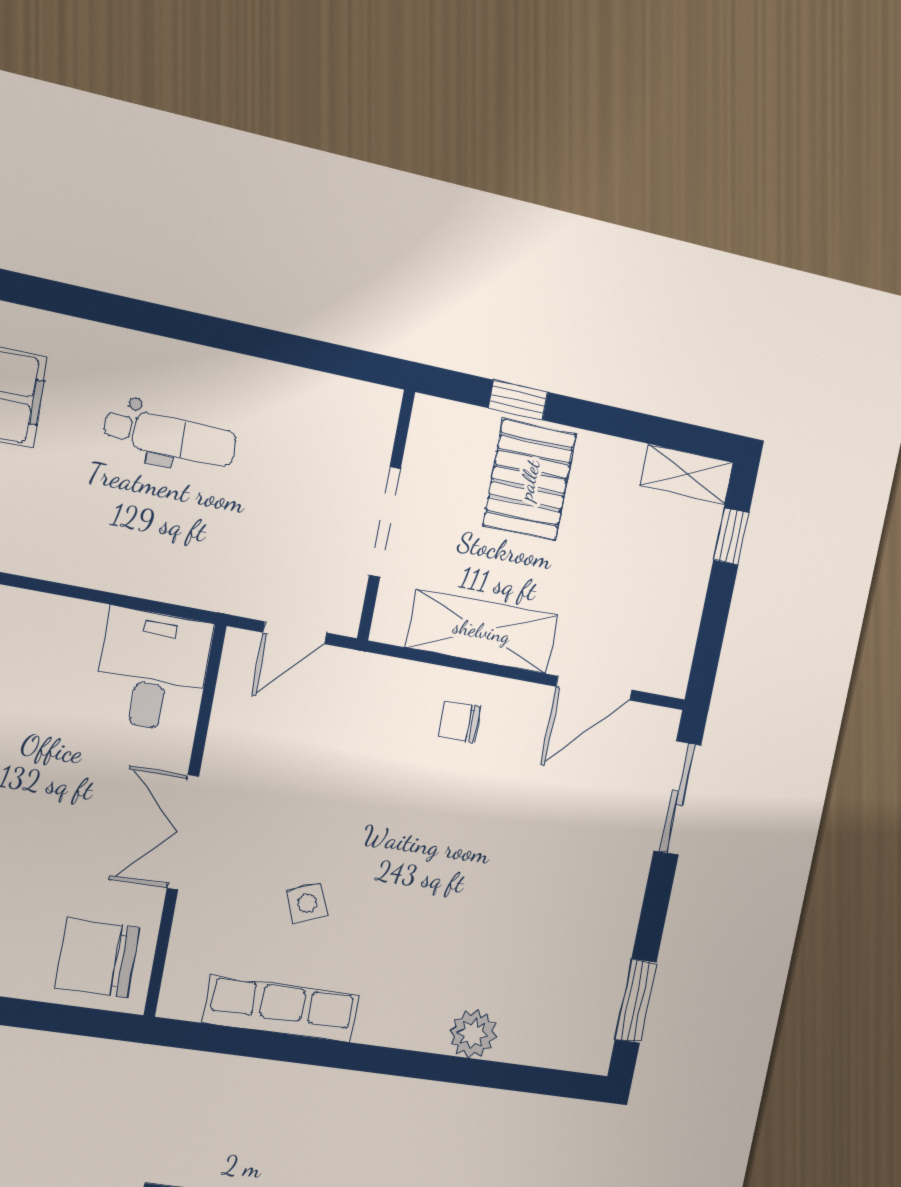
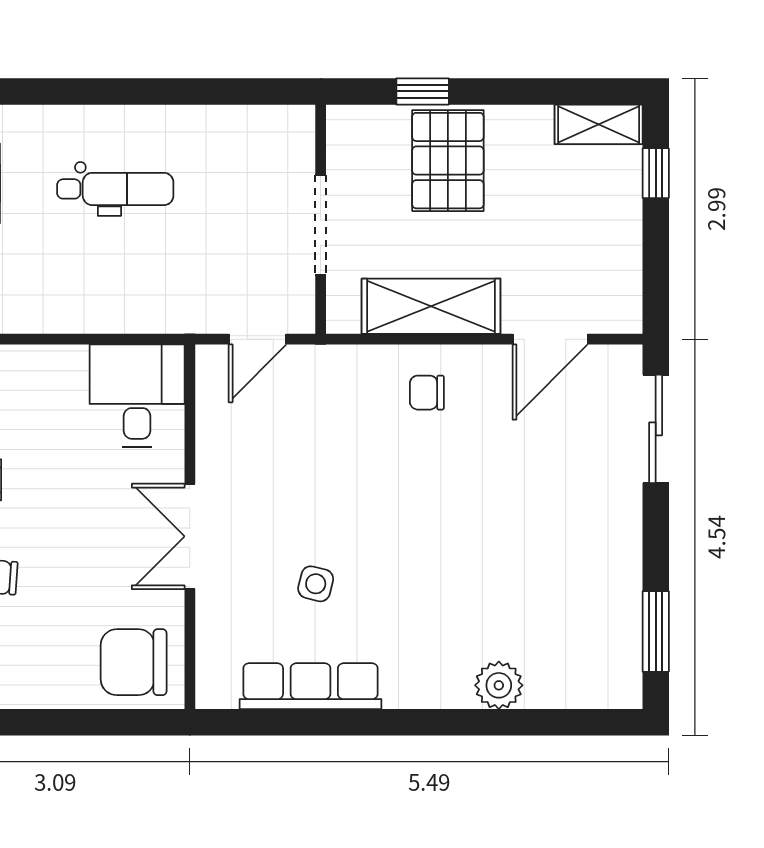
side table: (307, 903) -> (316, 584), turned 36

